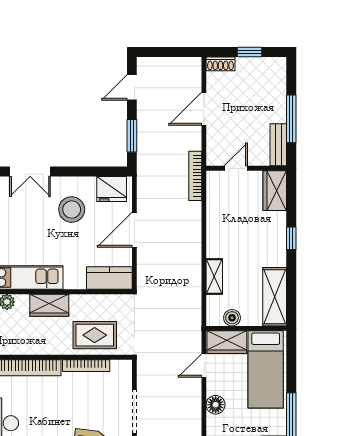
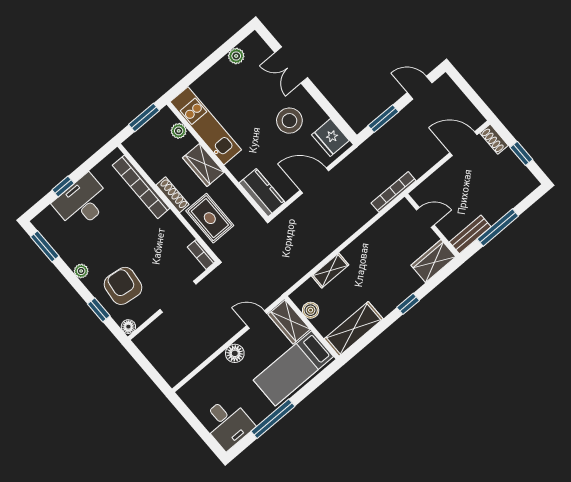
door: (204, 109) -> (463, 144), moved
shoe rack: (52, 349) -> (172, 195), added
bookcase: (86, 366) -> (201, 254), moved, width x0.64

